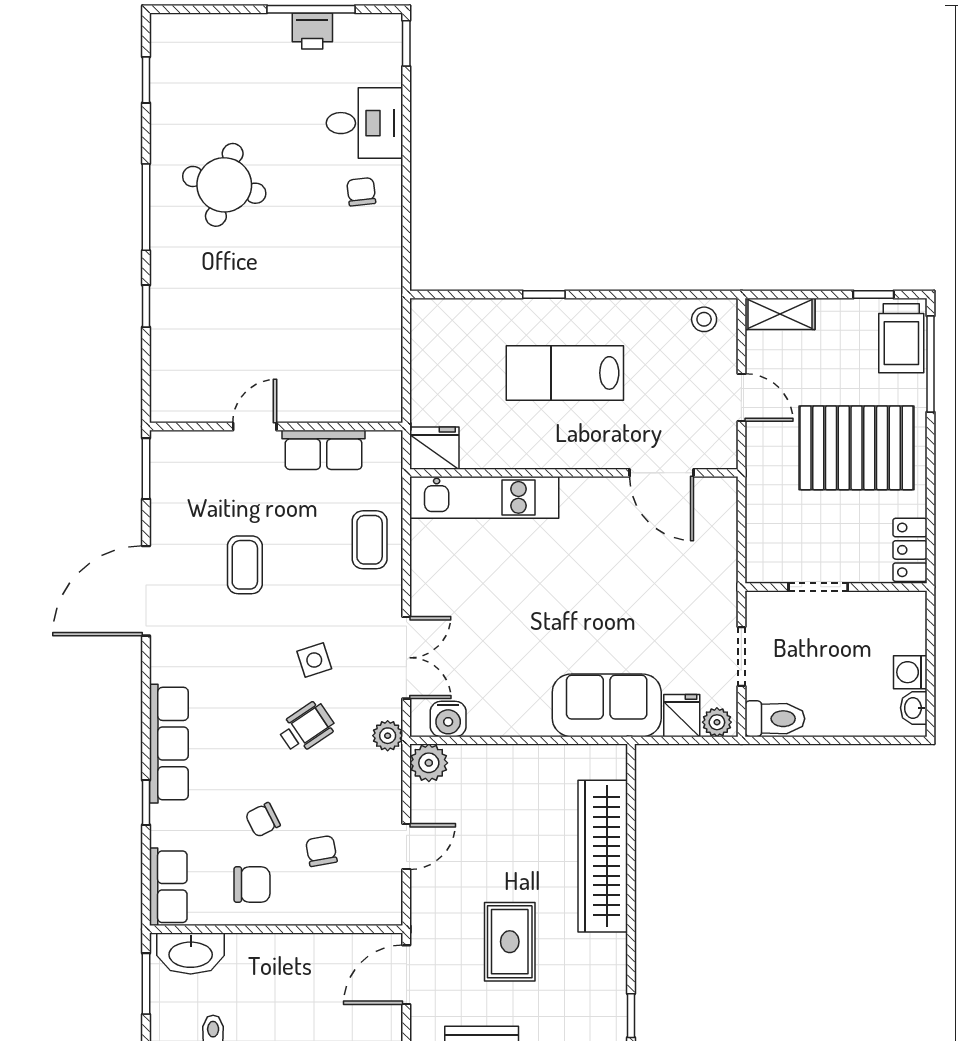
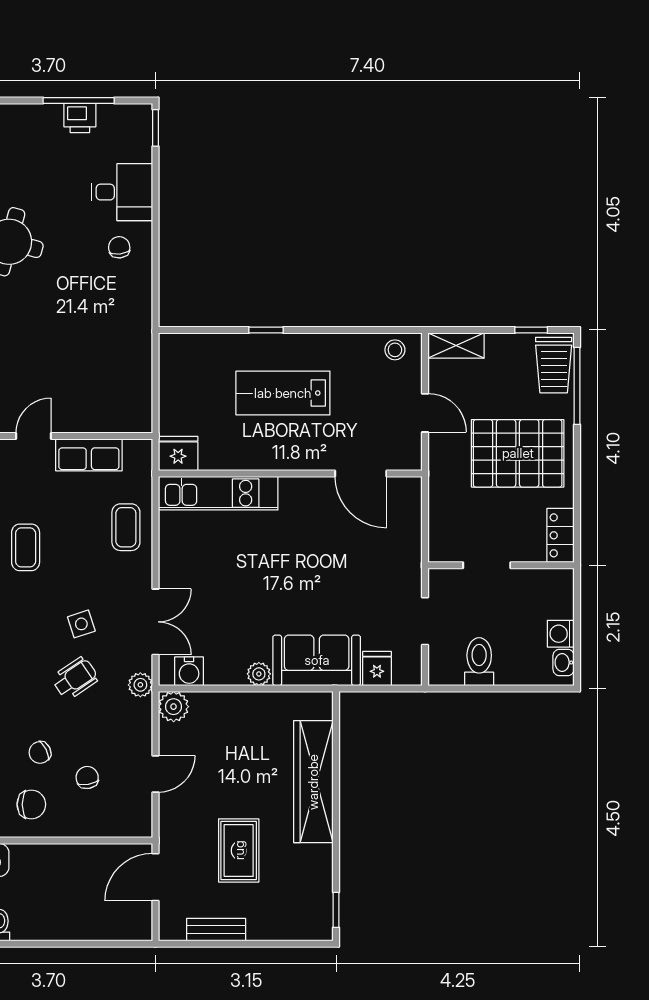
toilet: (775, 719) -> (479, 662), moved, turned -90
plant: (717, 722) -> (259, 674), moved

